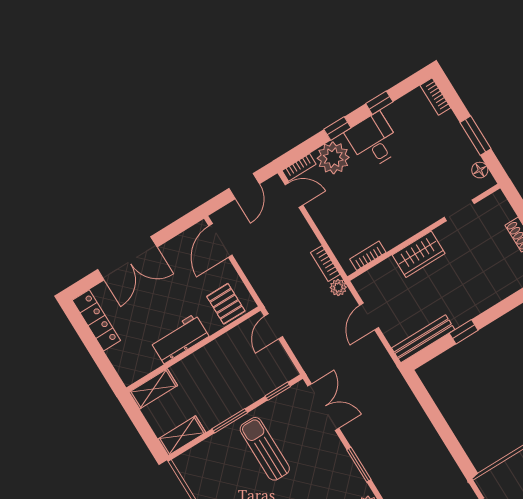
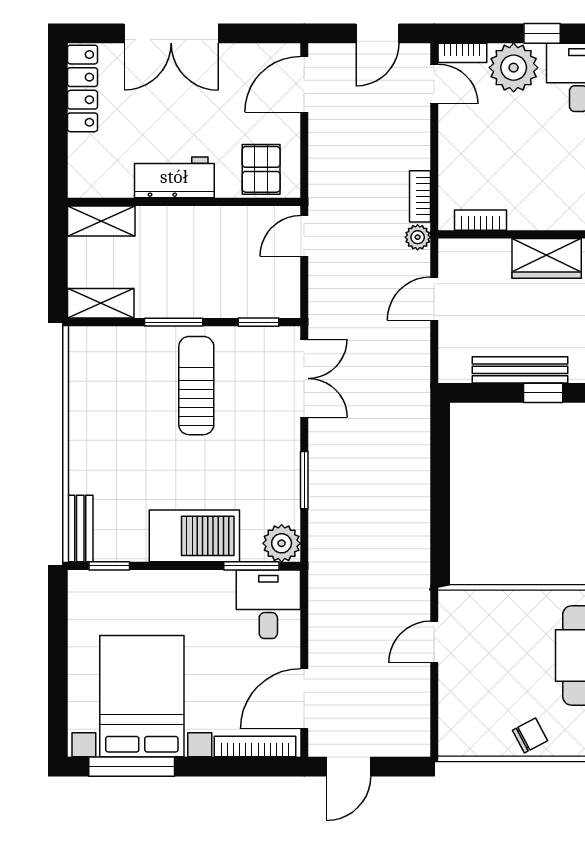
bench: (423, 339) -> (520, 370), moved

